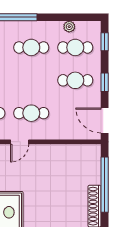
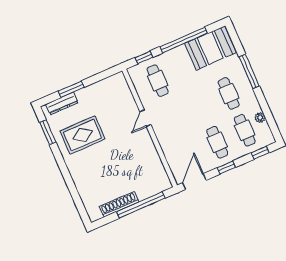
cafe table: (31, 113) -> (174, 117), removed
door: (20, 142) -> (145, 118), hinge flipped

